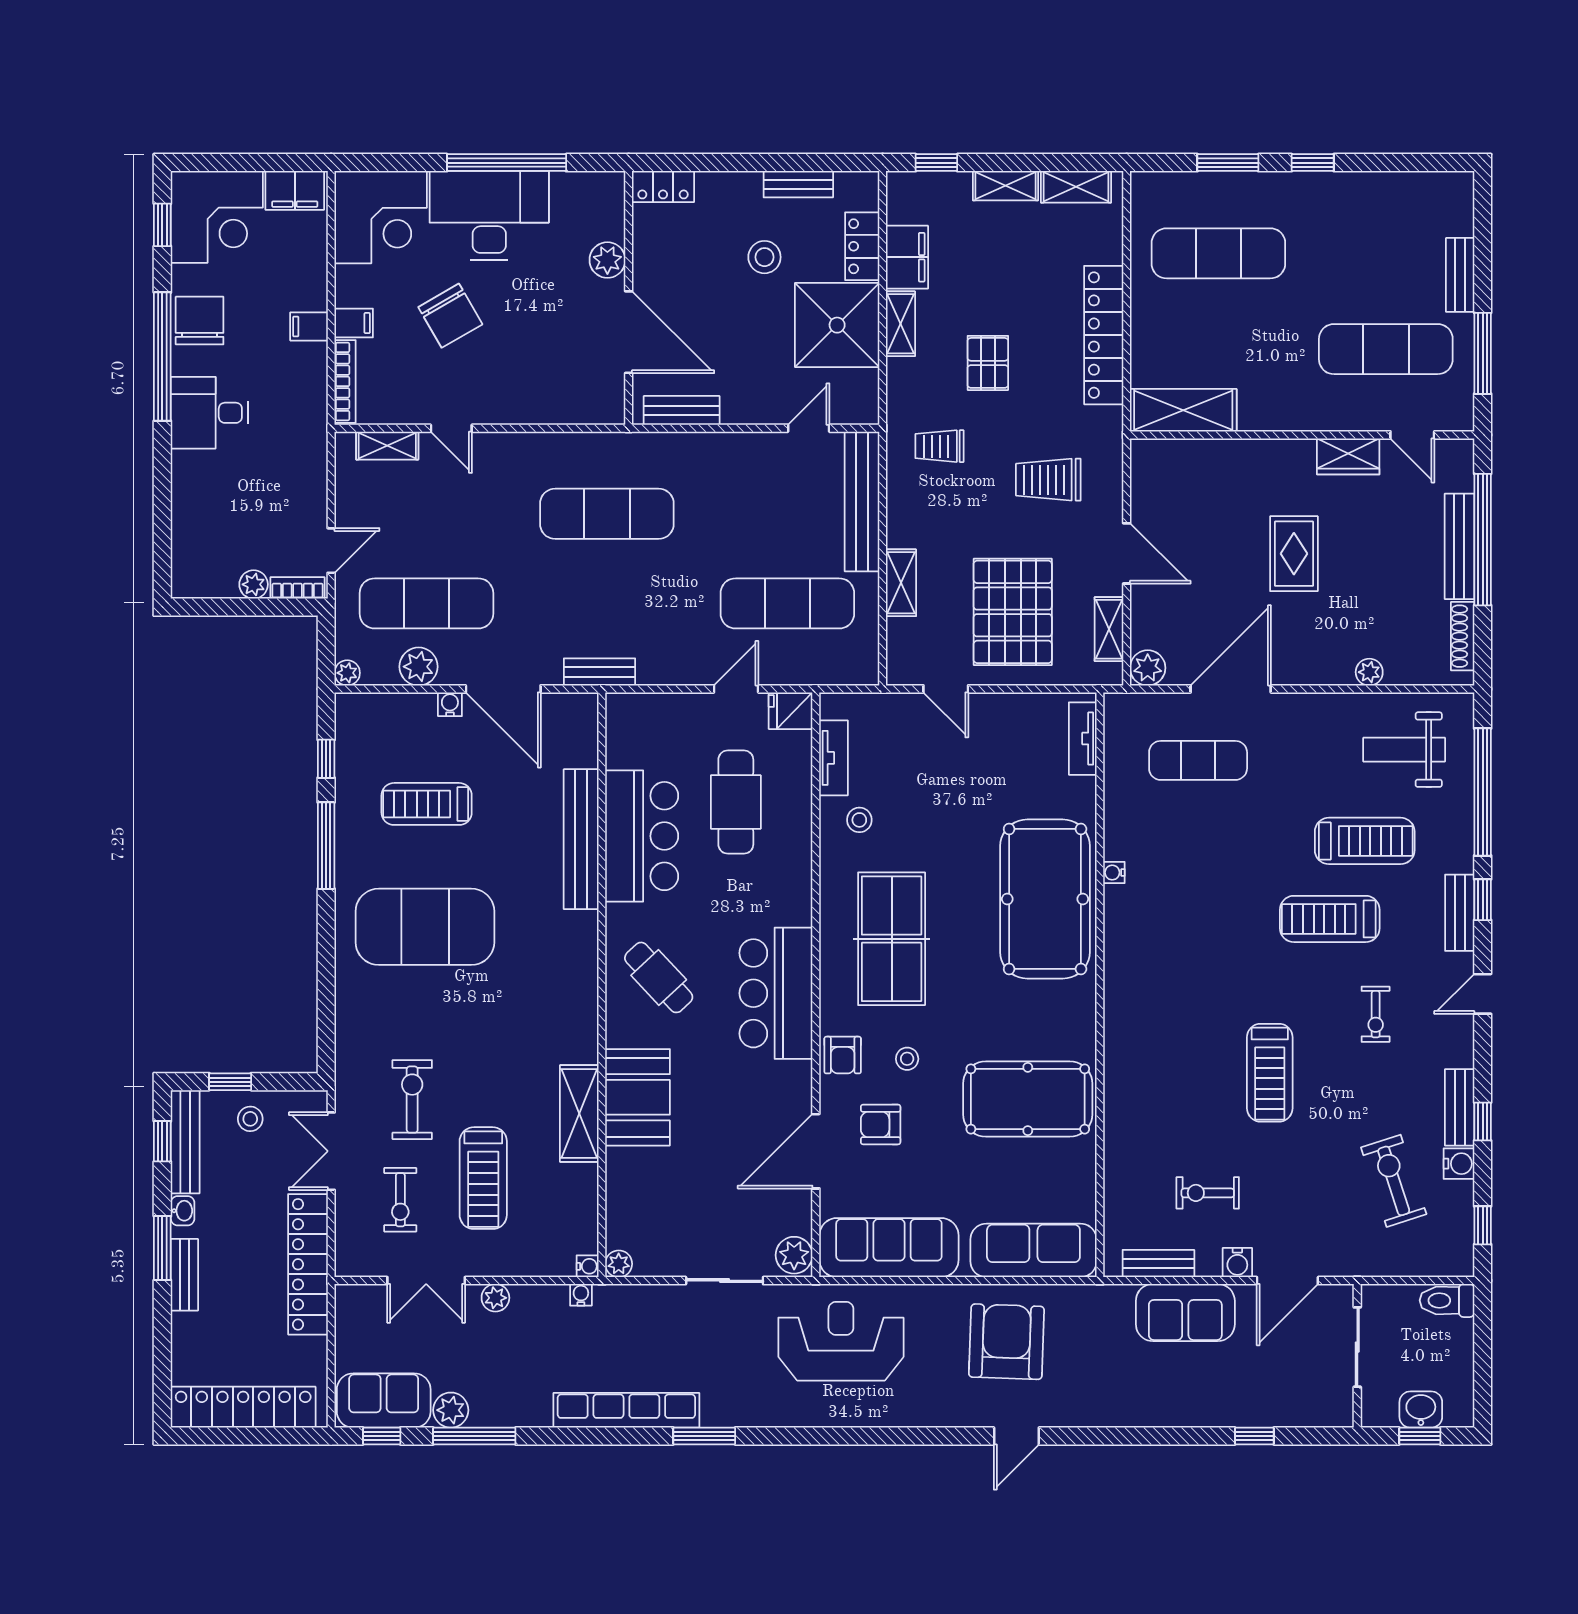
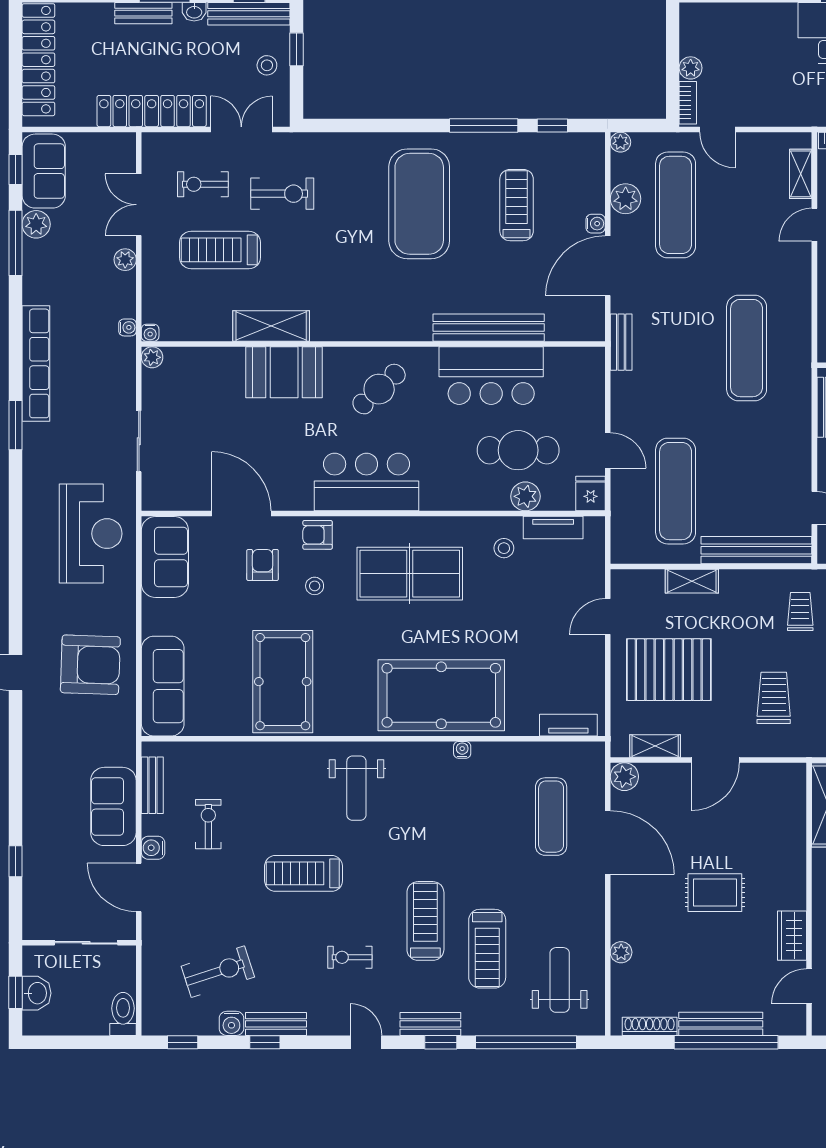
weight bench: (1162, 1006) -> (356, 788), added
sofa: (889, 1248) -> (165, 557), width x0.73
plant: (794, 1255) -> (525, 496), moved

